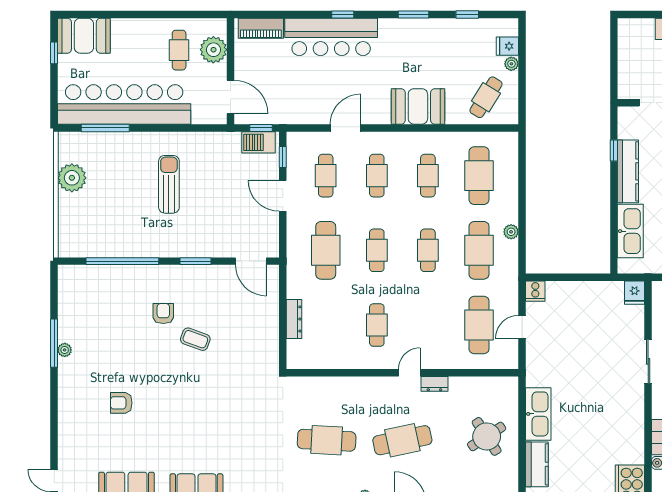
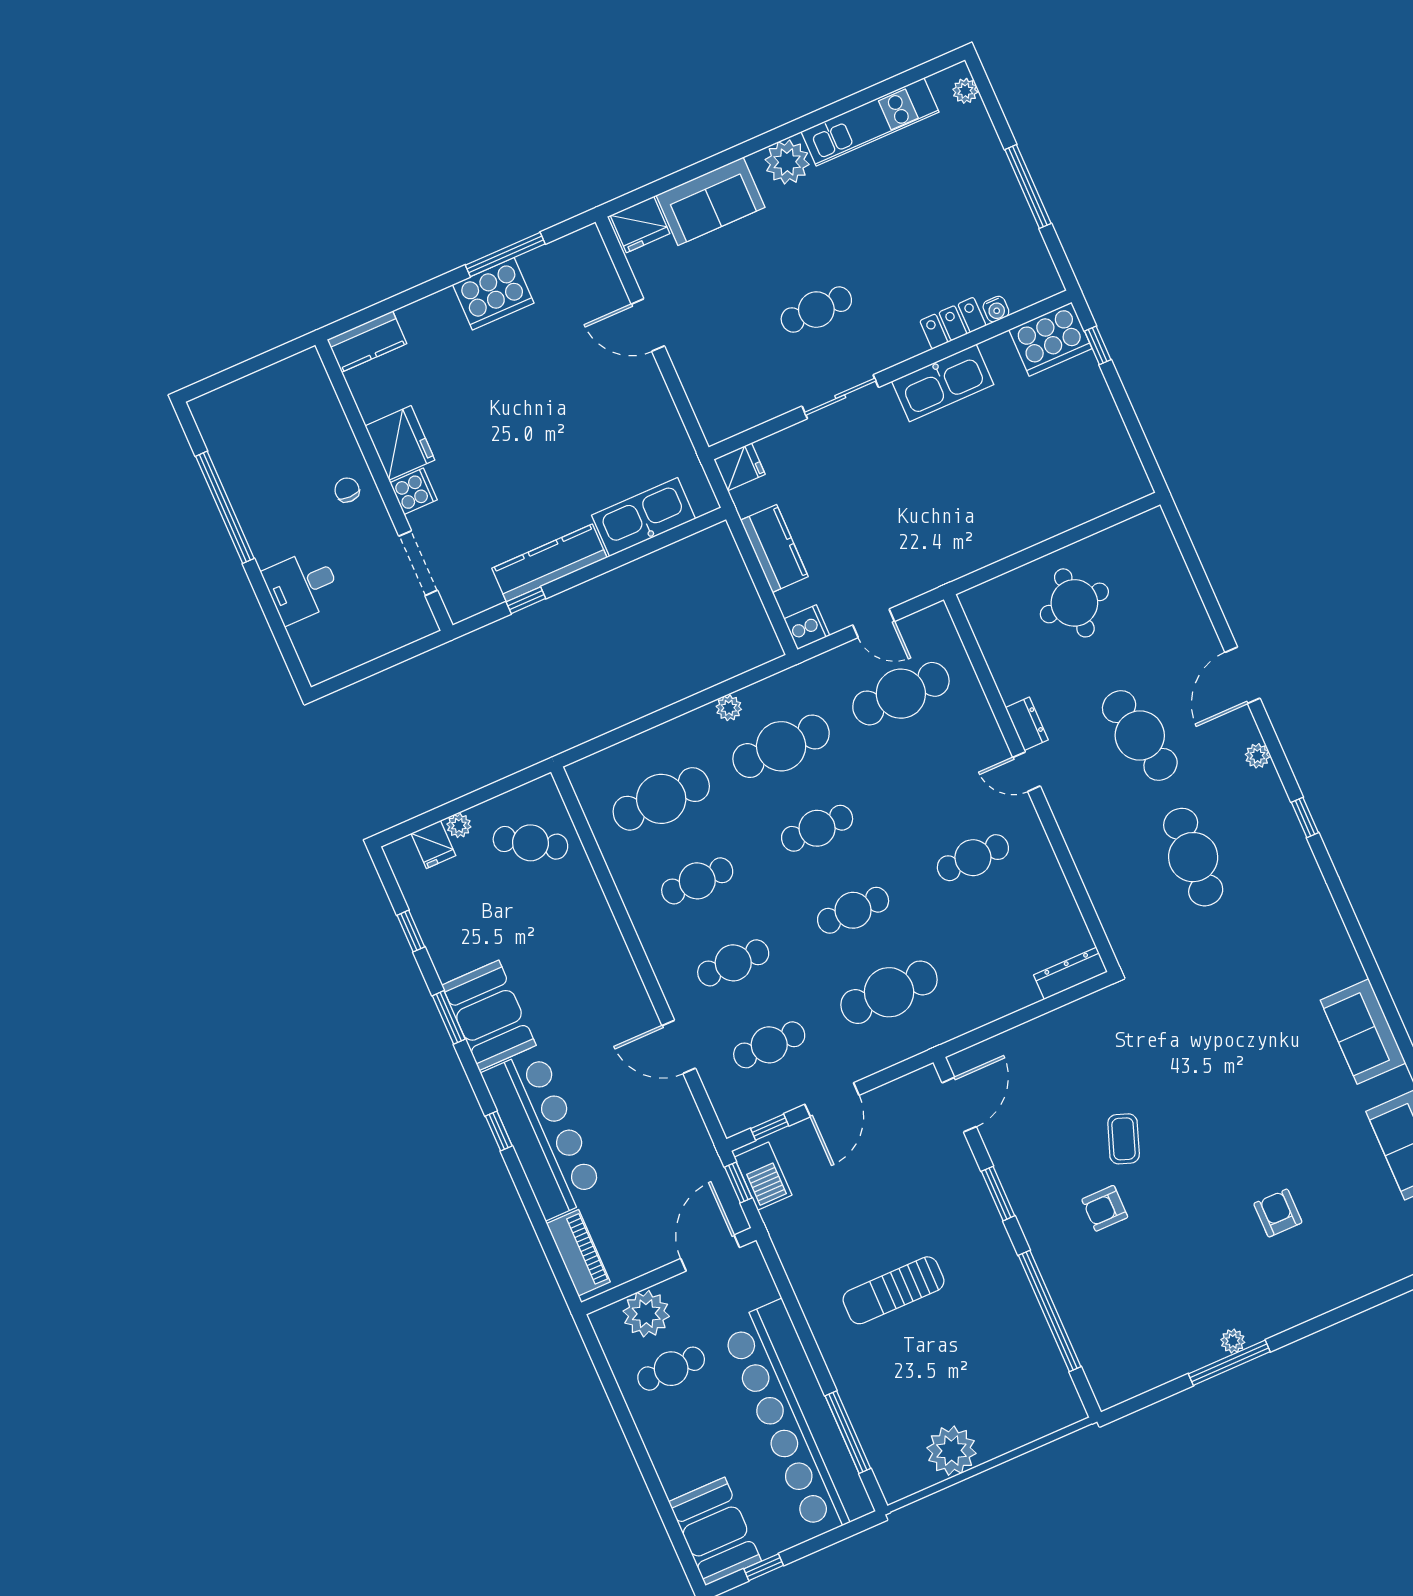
booth: (418, 106) -> (489, 1015), moved
dresser: (294, 319) -> (1070, 973), moved
armchair: (121, 403) -> (1278, 1213), turned 180
kitchen sink: (538, 414) -> (943, 383), moved, turned 180
round table: (487, 436) -> (1074, 603), turned 33
kitchen counter: (537, 464) -> (774, 548), moved, turned 90

